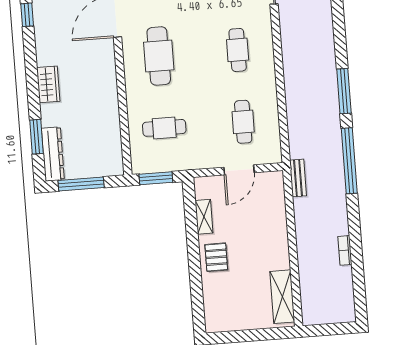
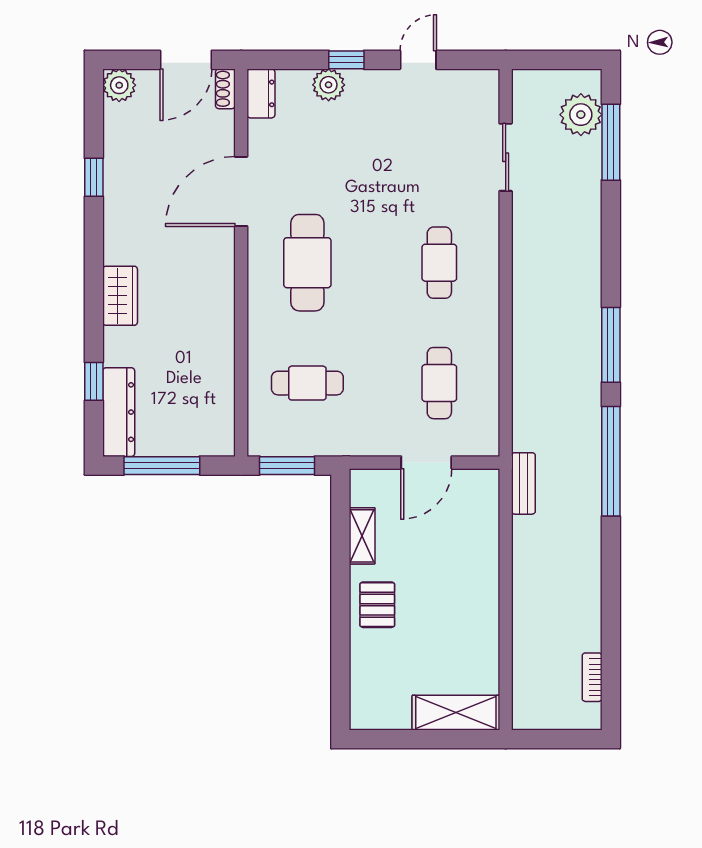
window: (37, 137) -> (94, 381), width x0.67
bookcase: (345, 250) -> (592, 677), moved
shelving: (282, 297) -> (456, 713), moved, turned 90

